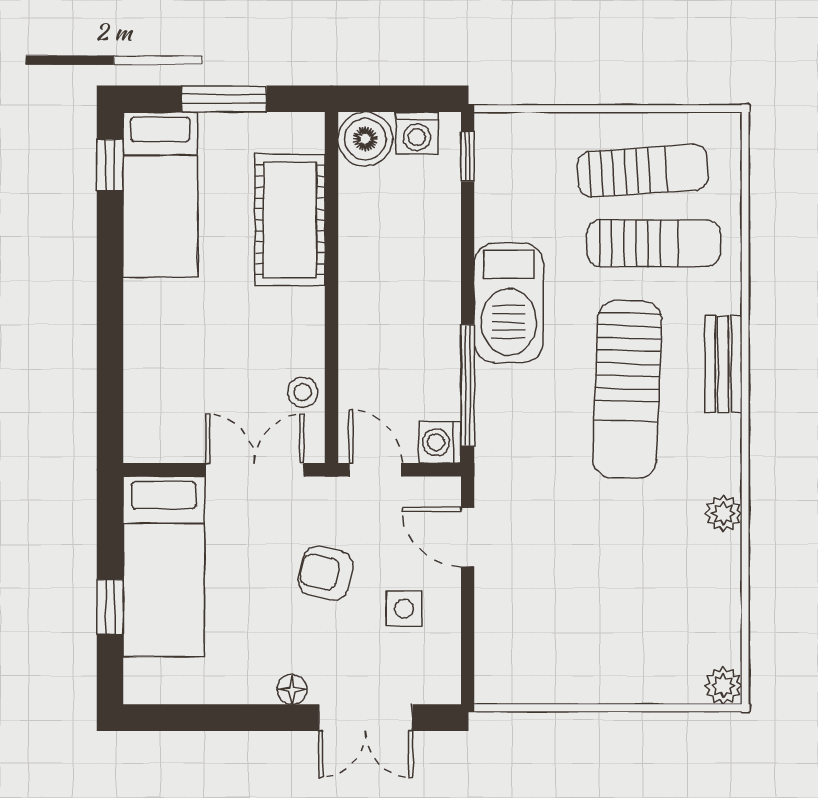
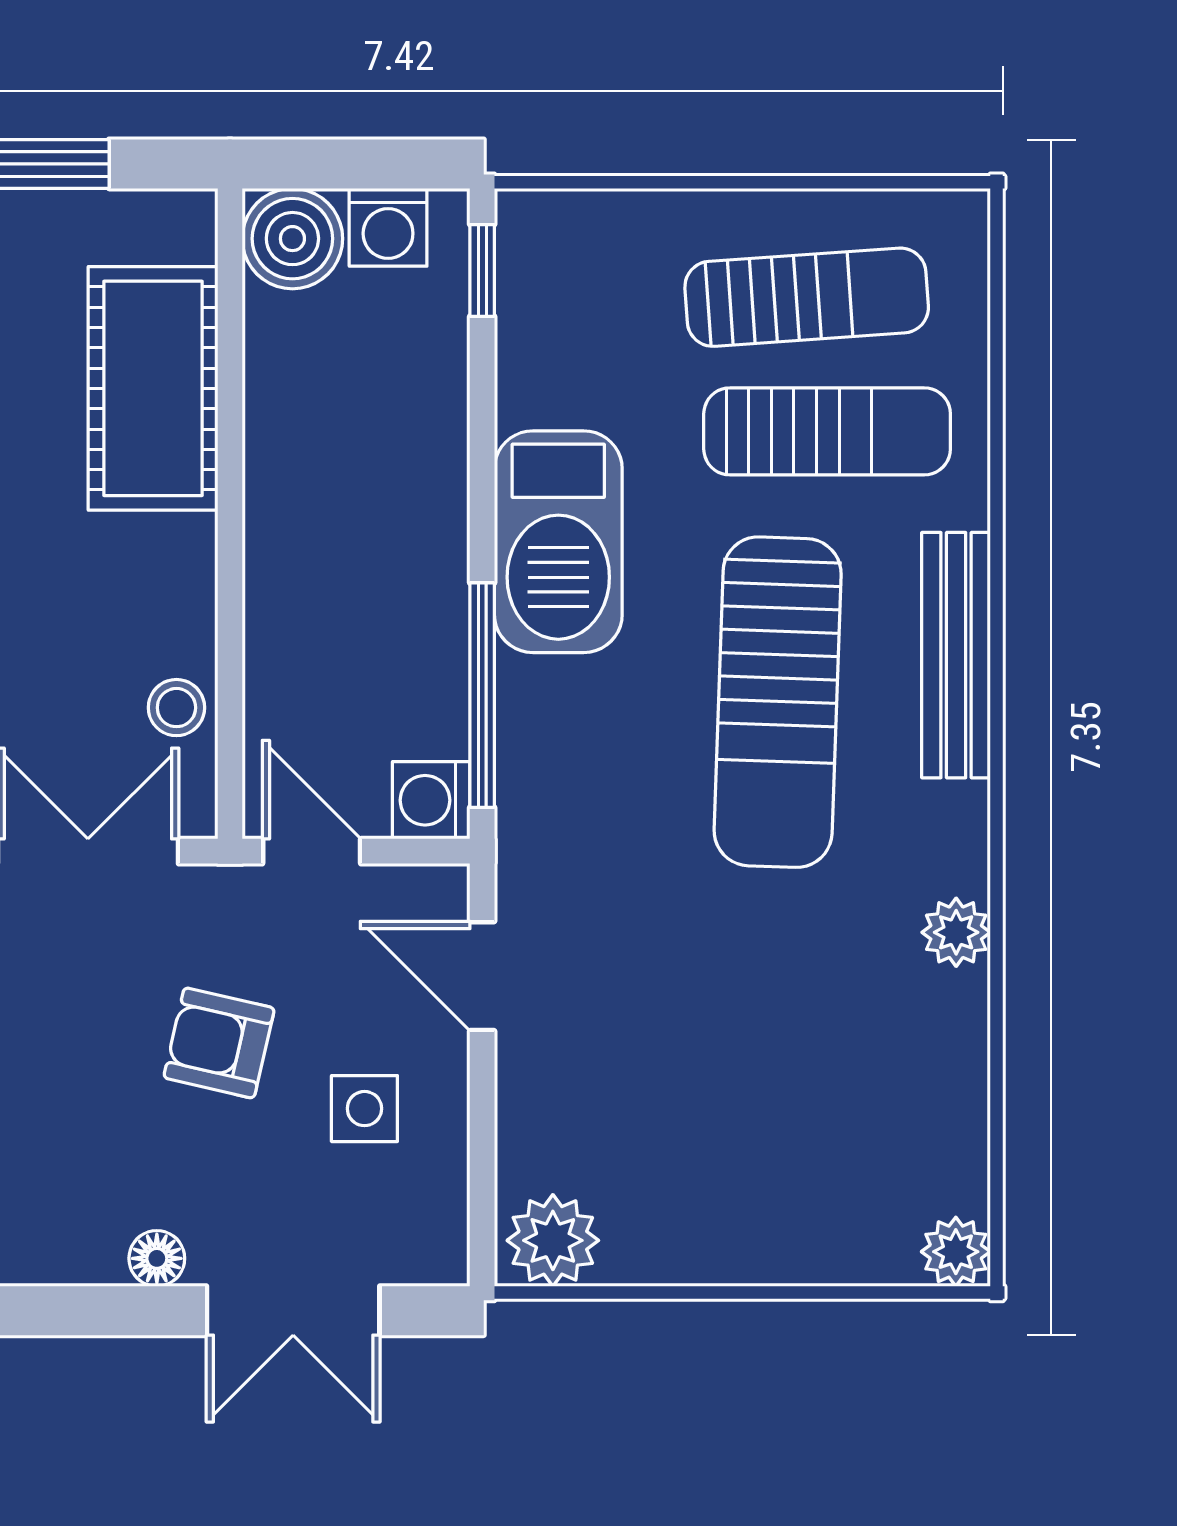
bench: (723, 364) -> (956, 655), width x1.36
plant: (506, 680) -> (553, 1240), added

